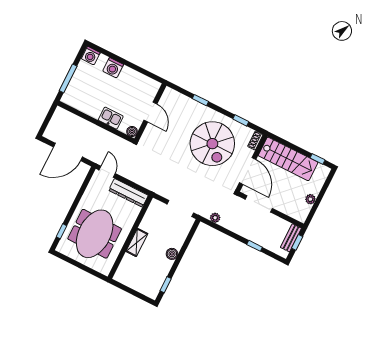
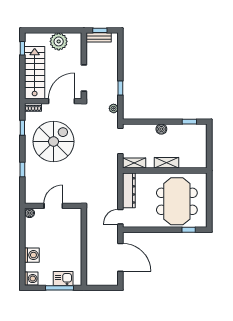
kitchen sink: (111, 118) -> (63, 279), moved, turned 90
boiler: (132, 132) -> (30, 213), moved
plant: (310, 199) -> (59, 41), width x1.88, depth x1.88
shelving: (152, 211) -> (134, 163), added
meeting table: (95, 234) -> (177, 201), turned 90
window: (255, 246) -> (120, 88), moved

